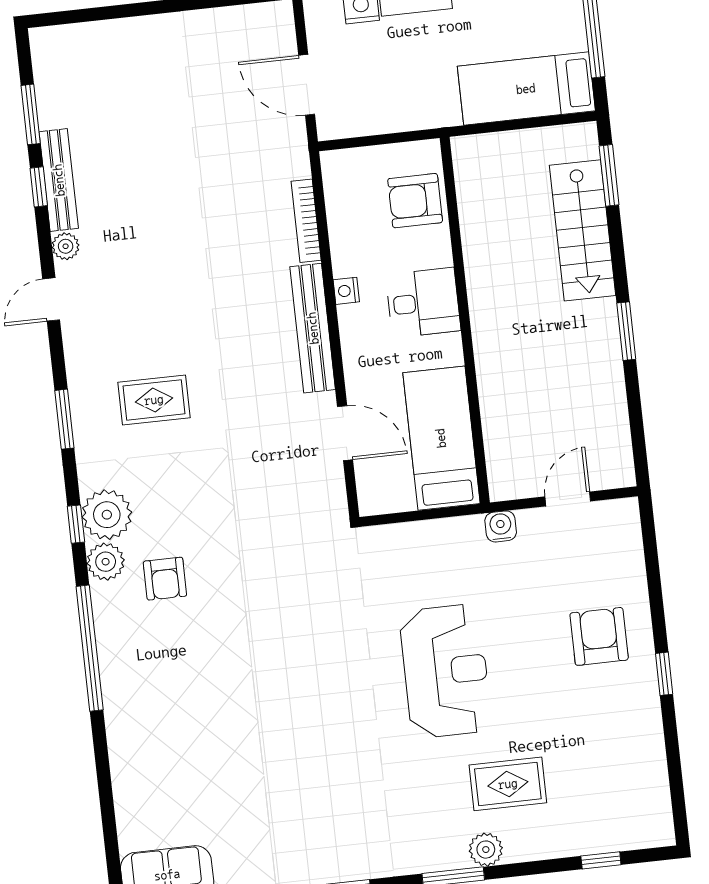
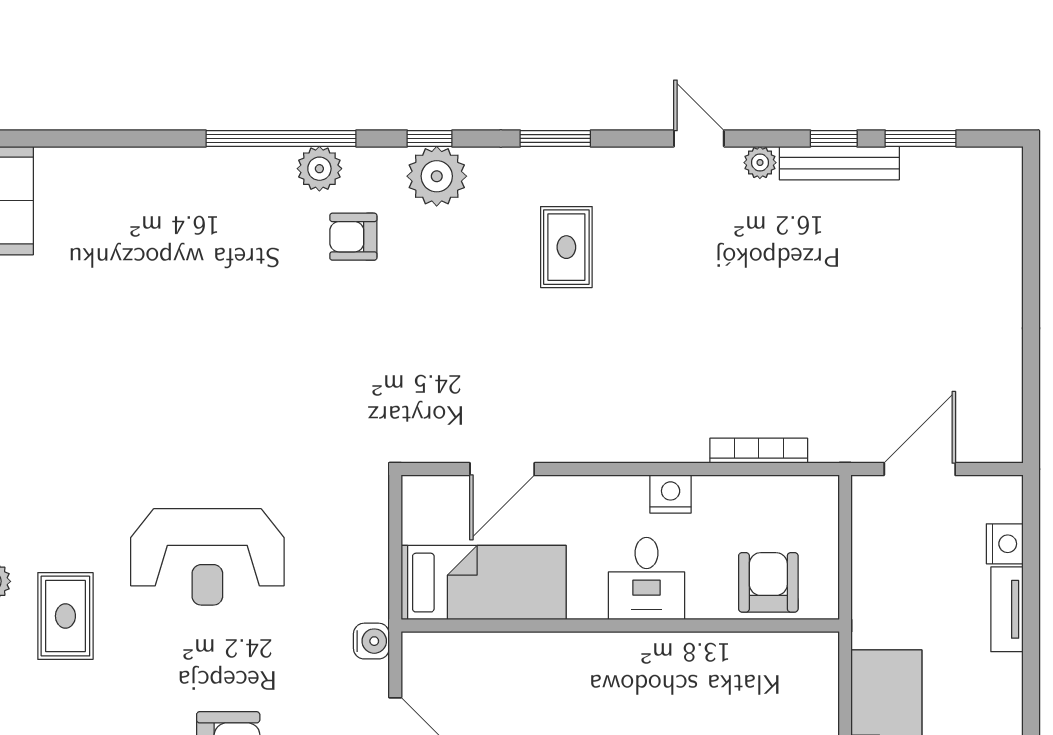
nightstand: (346, 291) -> (671, 494), width x1.39, depth x1.35
bench: (313, 328) -> (631, 444), removed
plant: (106, 562) -> (319, 169), moved

